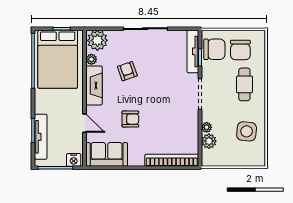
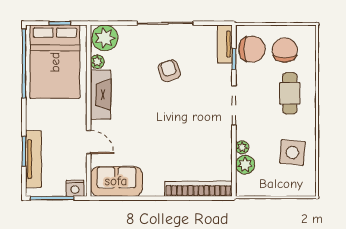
chair: (240, 50) -> (285, 50), turned 180
tv unit: (193, 51) -> (225, 44), width x0.71
armchair: (127, 71) -> (169, 71), moved
armchair: (130, 119) -> (146, 137), removed

